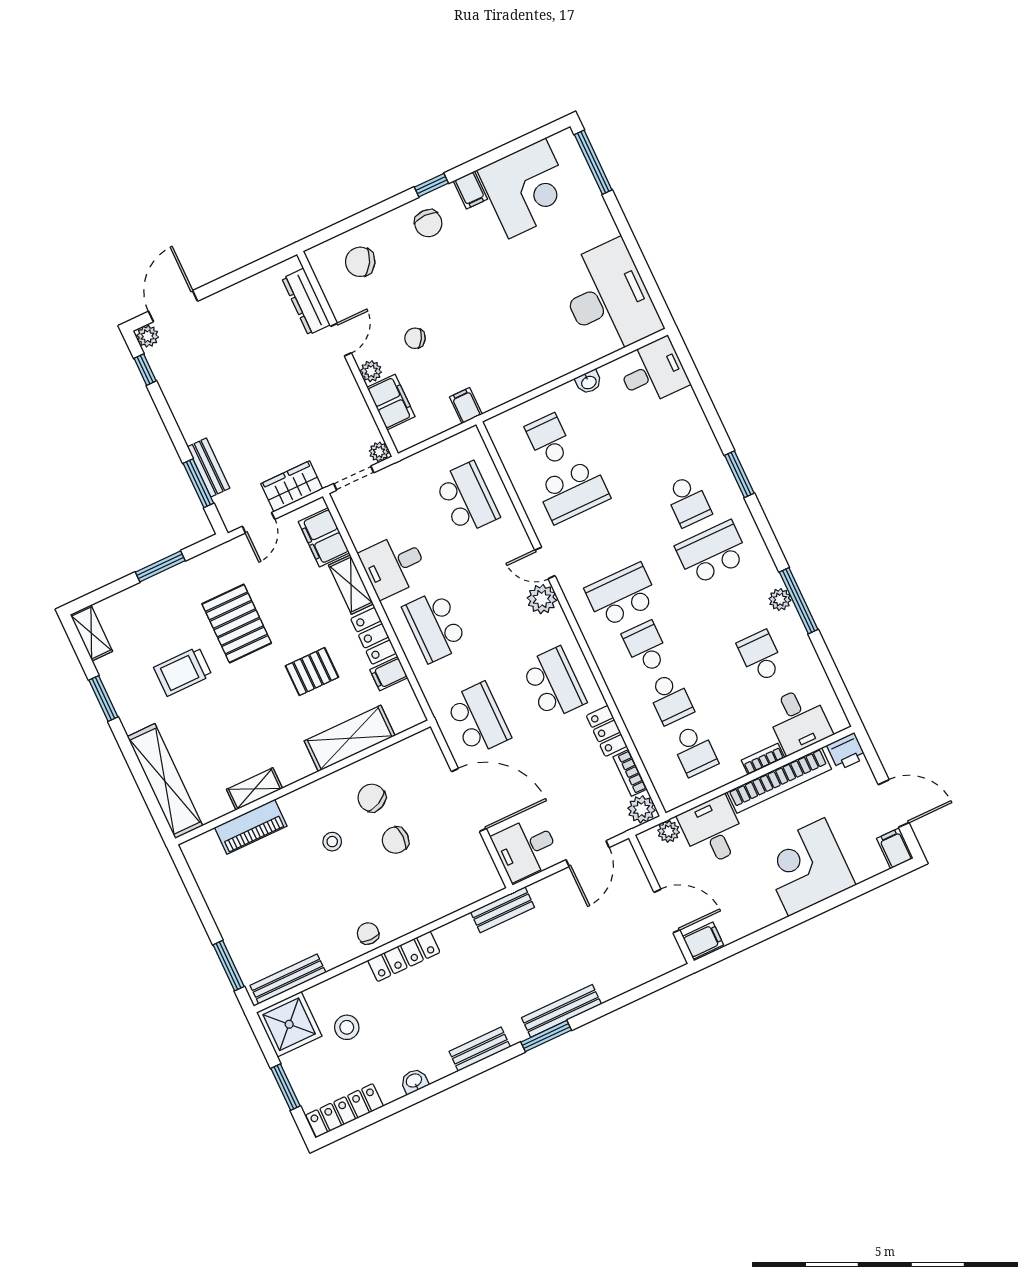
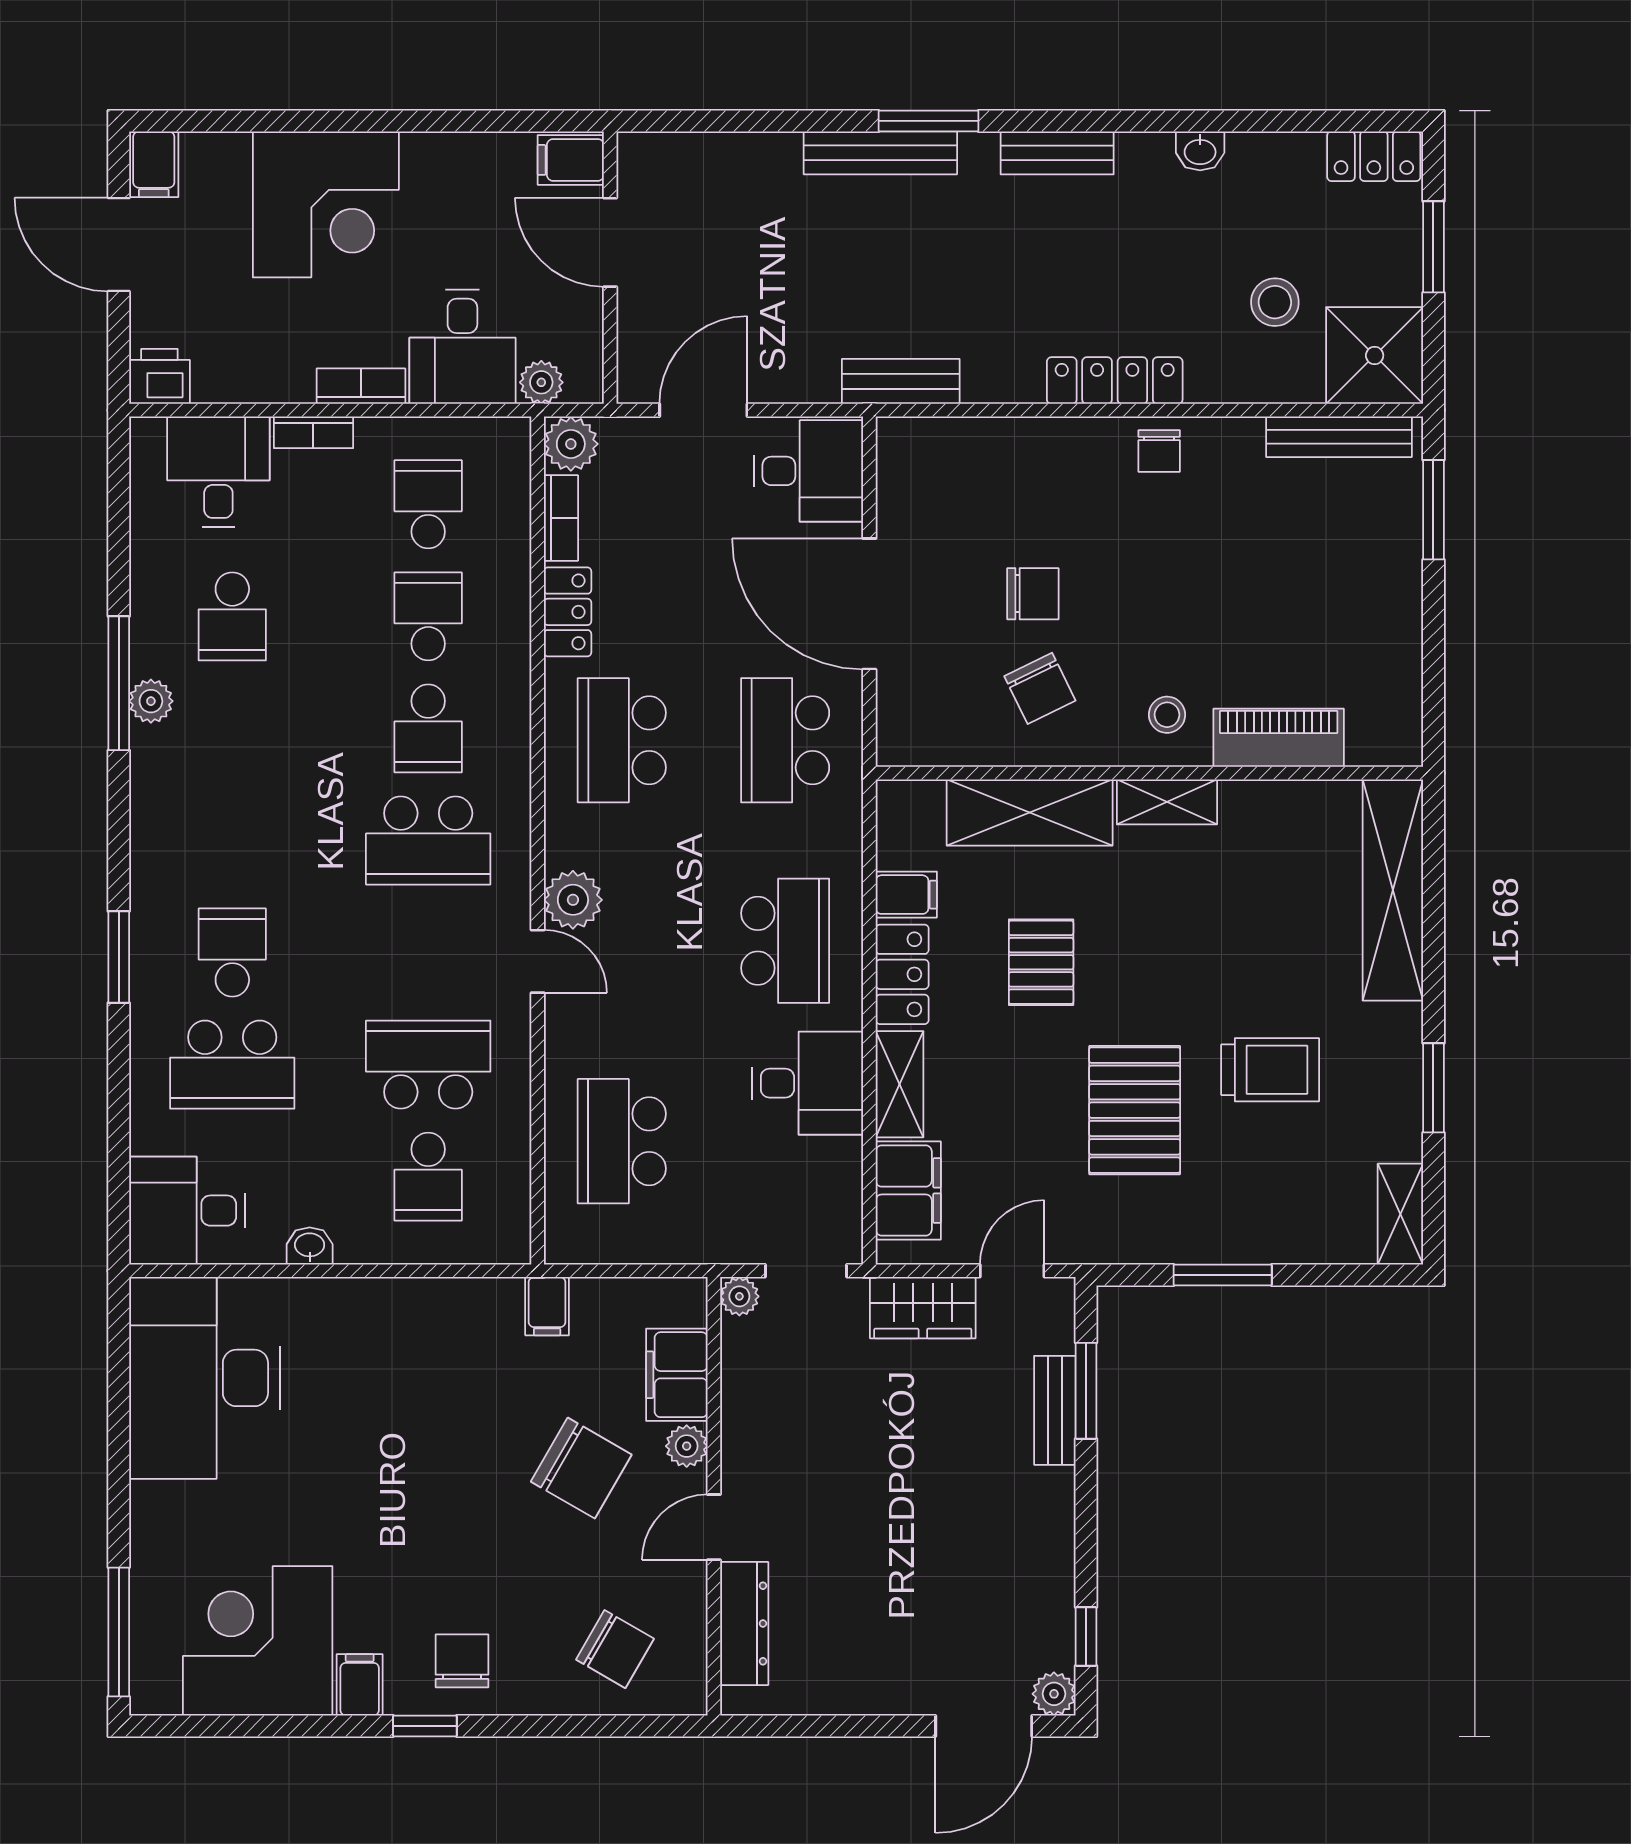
chair: (415, 338) -> (581, 1468), width x1.87, depth x1.87
school desk: (712, 553) -> (232, 1065), moved
pallet: (312, 672) -> (1041, 962), turned 90
bookcase: (779, 781) -> (361, 386), width x0.43, depth x0.76
shelving: (254, 789) -> (1167, 802), moved
stool: (332, 842) -> (1167, 715), moved
locker: (345, 1111) -> (1374, 156), width x0.66

